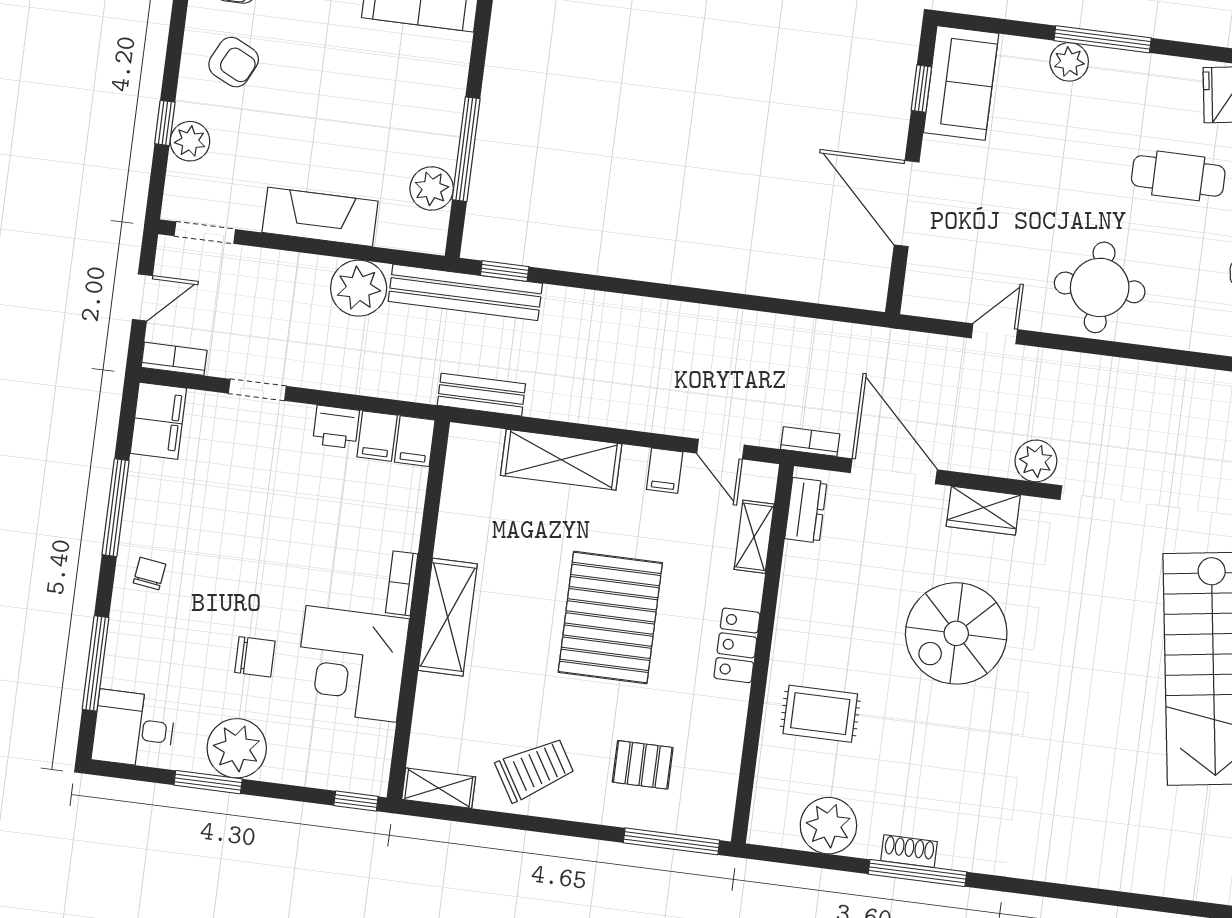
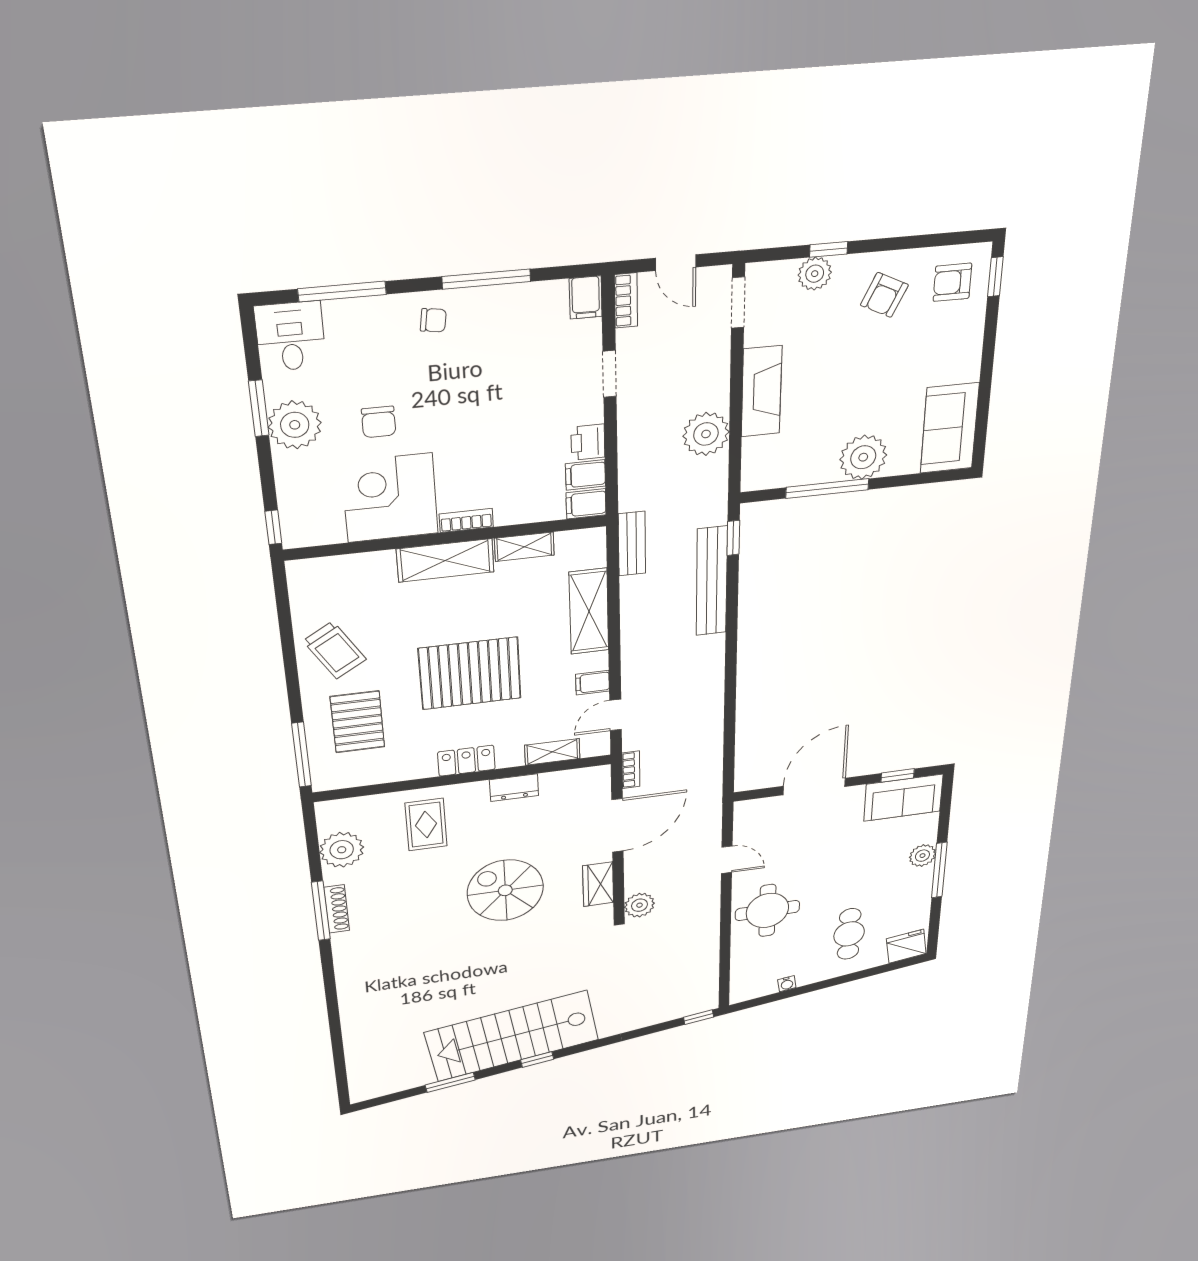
plant: (432, 189) -> (863, 457), moved, width x1.36, depth x1.36
bench: (465, 292) -> (712, 581), moved
filing cabinet: (158, 421) -> (586, 297), width x0.50
dresser: (806, 510) -> (514, 788), moved
pallet: (643, 765) -> (357, 722), width x1.50, depth x1.42
shelving: (439, 788) -> (524, 547), moved, turned 90
shoe rack: (909, 851) -> (337, 909), width x1.43

